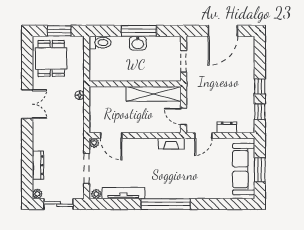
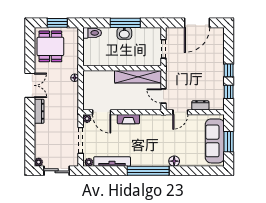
fireplace: (171, 144) -> (128, 119), moved
dresser: (38, 165) -> (39, 111), moved
floor lamp: (196, 193) -> (174, 161), added

